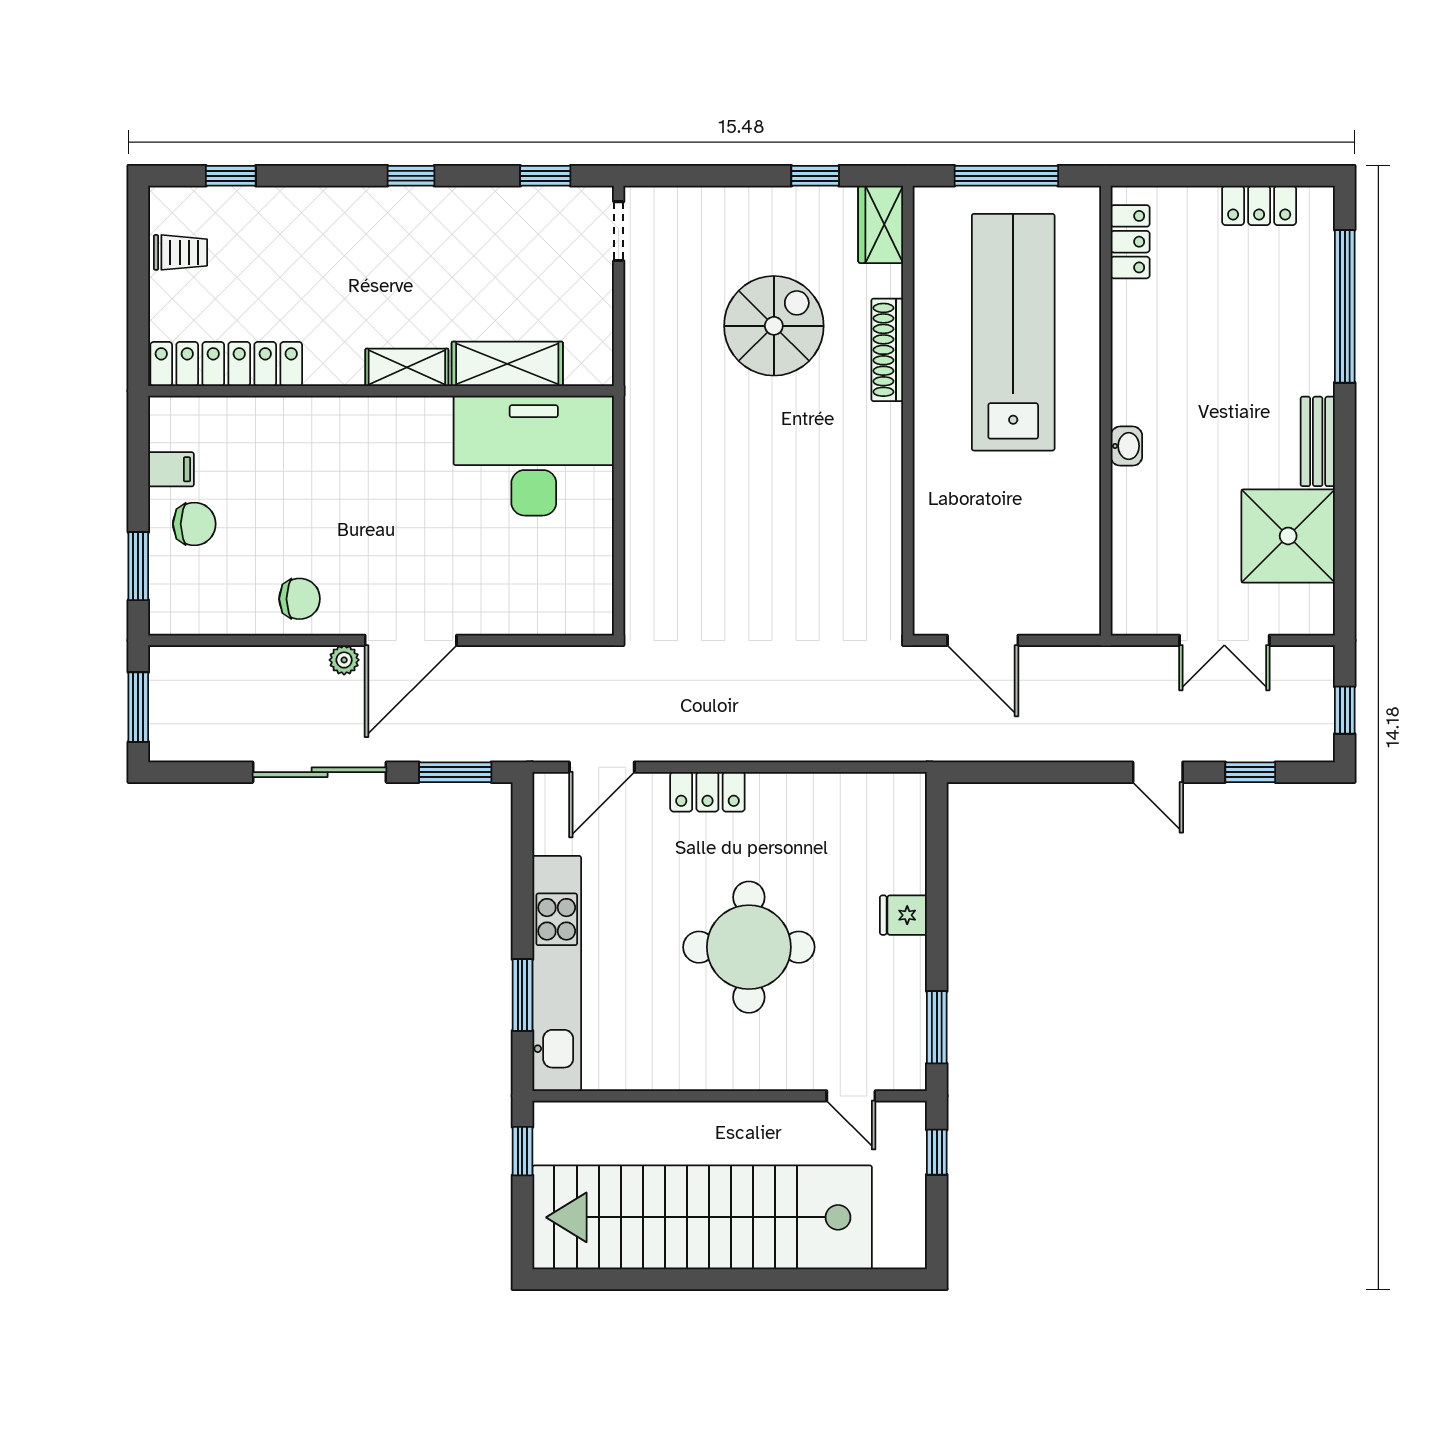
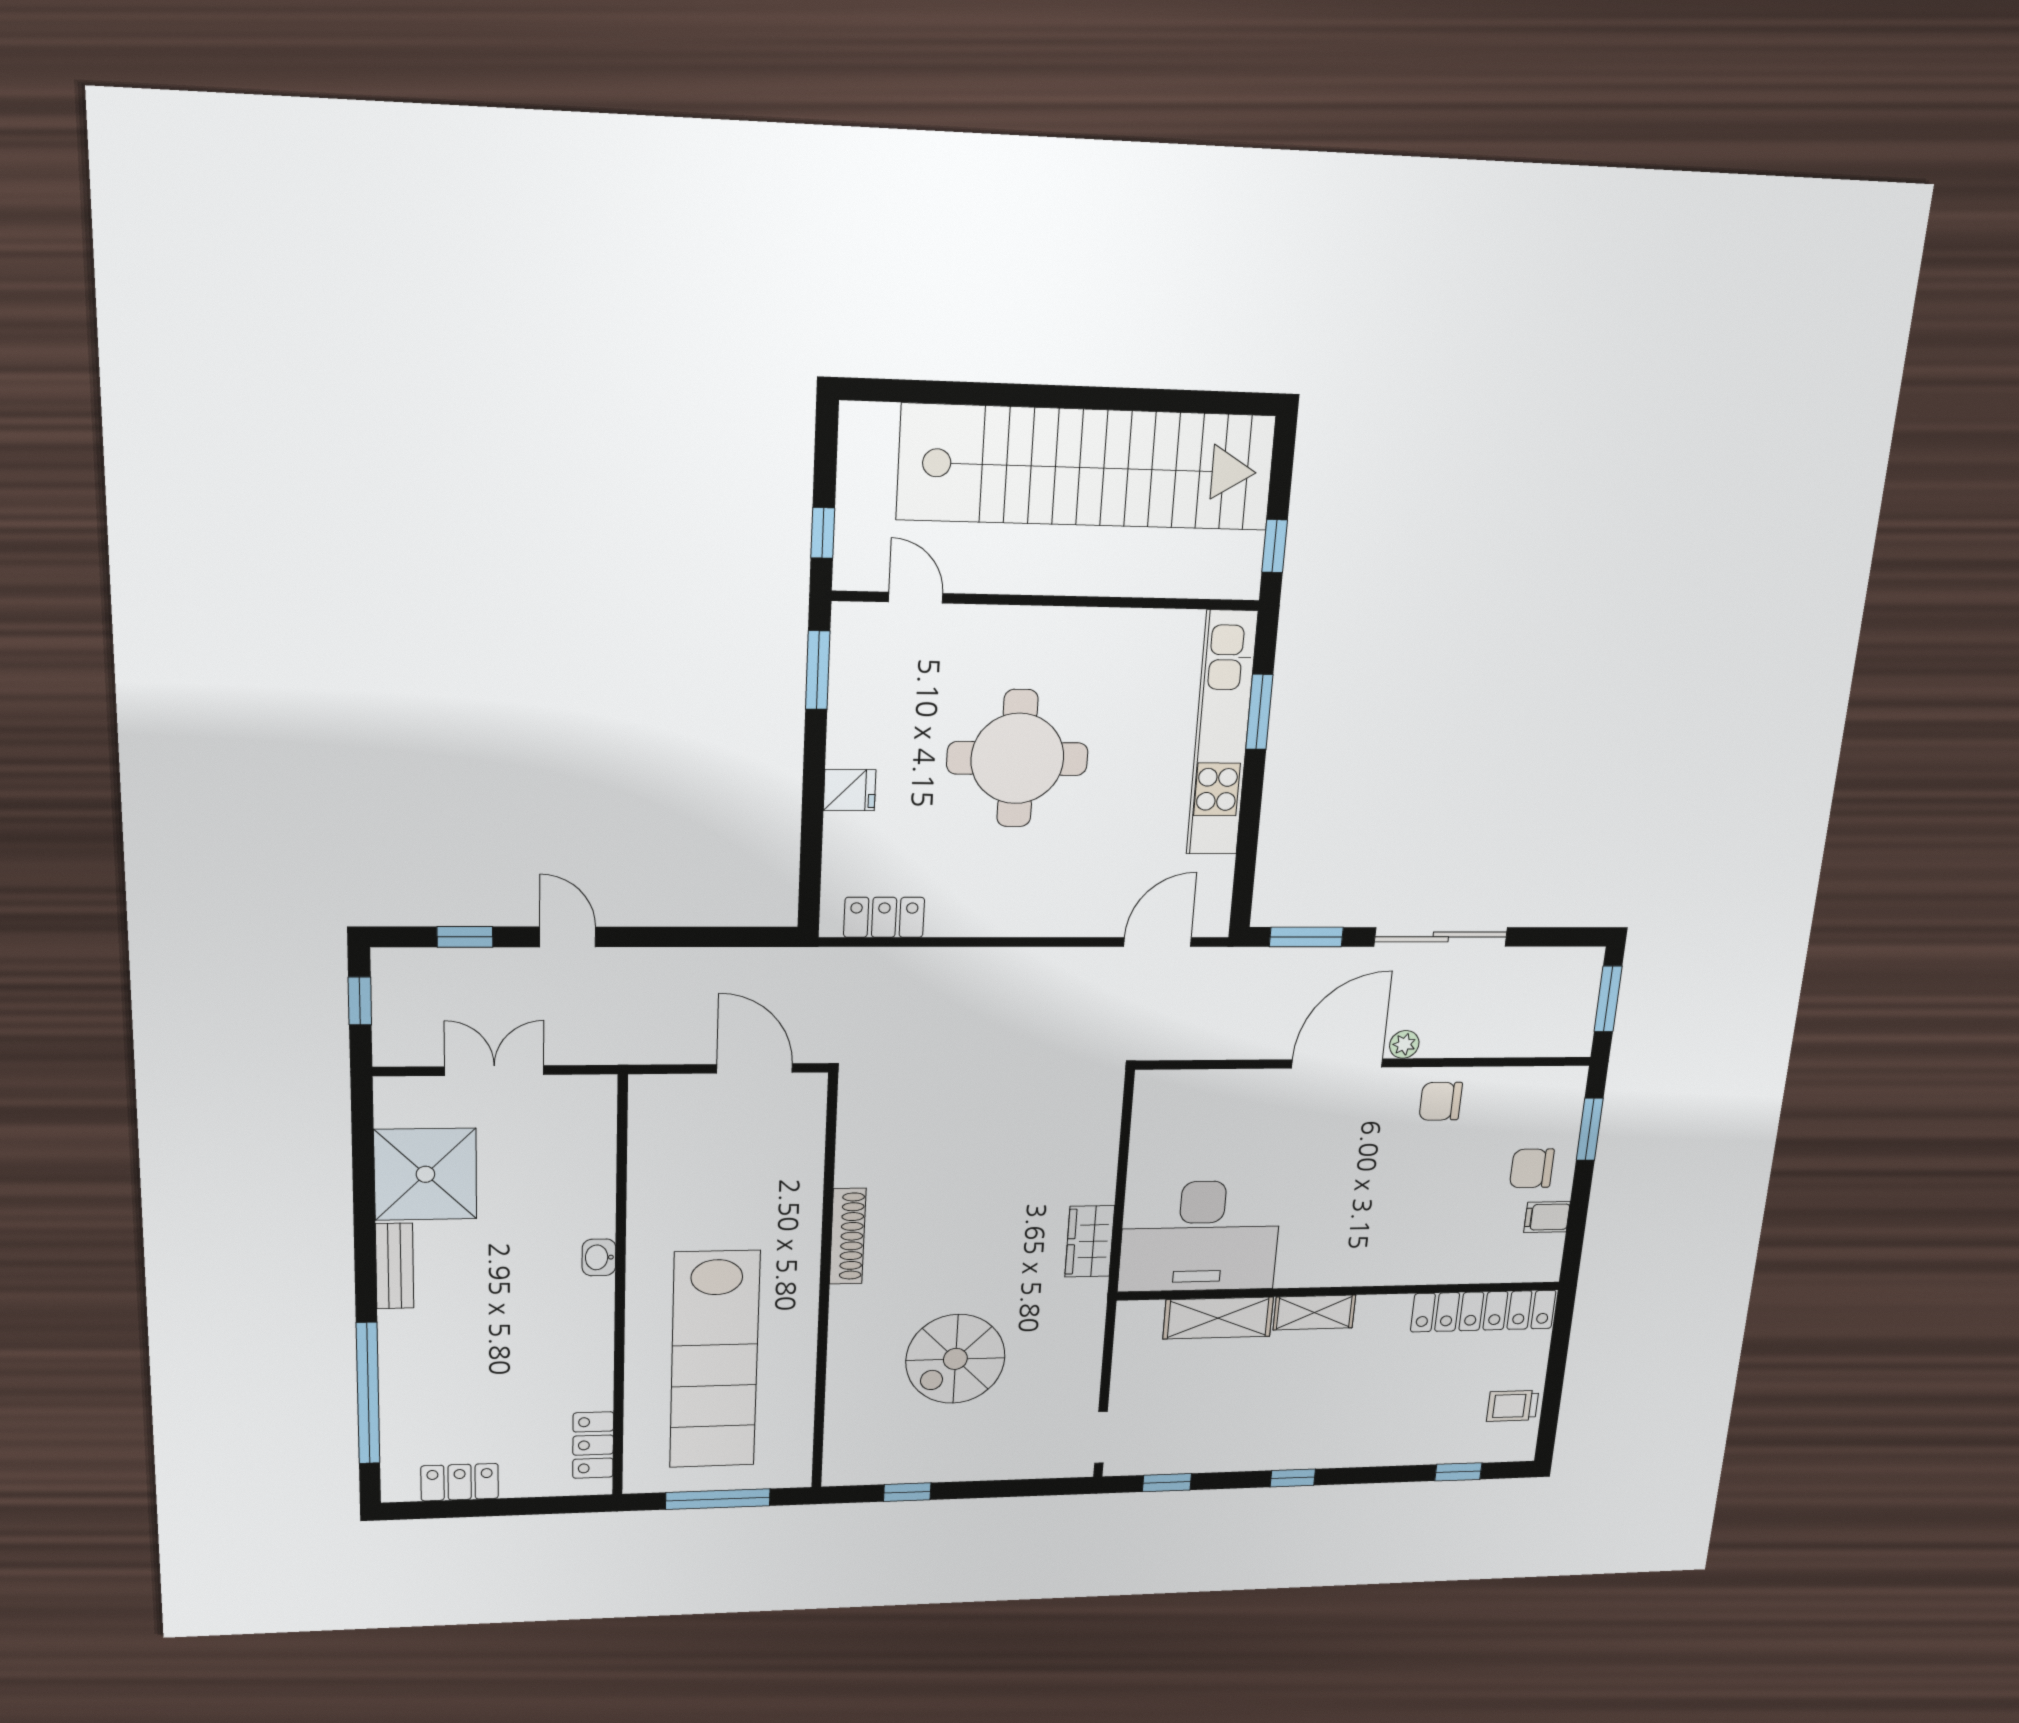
wardrobe: (881, 224) -> (1090, 1241), moved, turned 180
shoe rack: (887, 350) -> (848, 1236), moved
locker: (707, 792) -> (884, 917), moved

